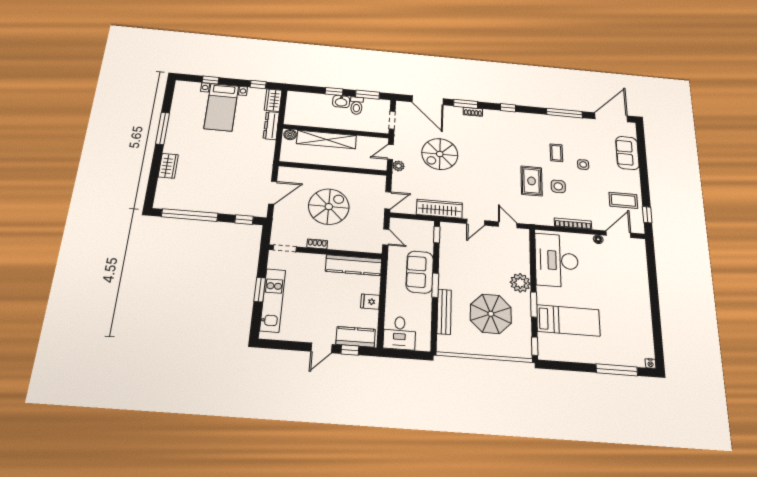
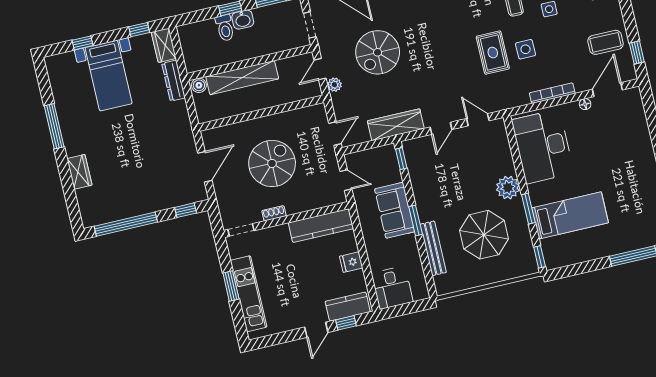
toilet: (357, 106) -> (225, 28), moved

